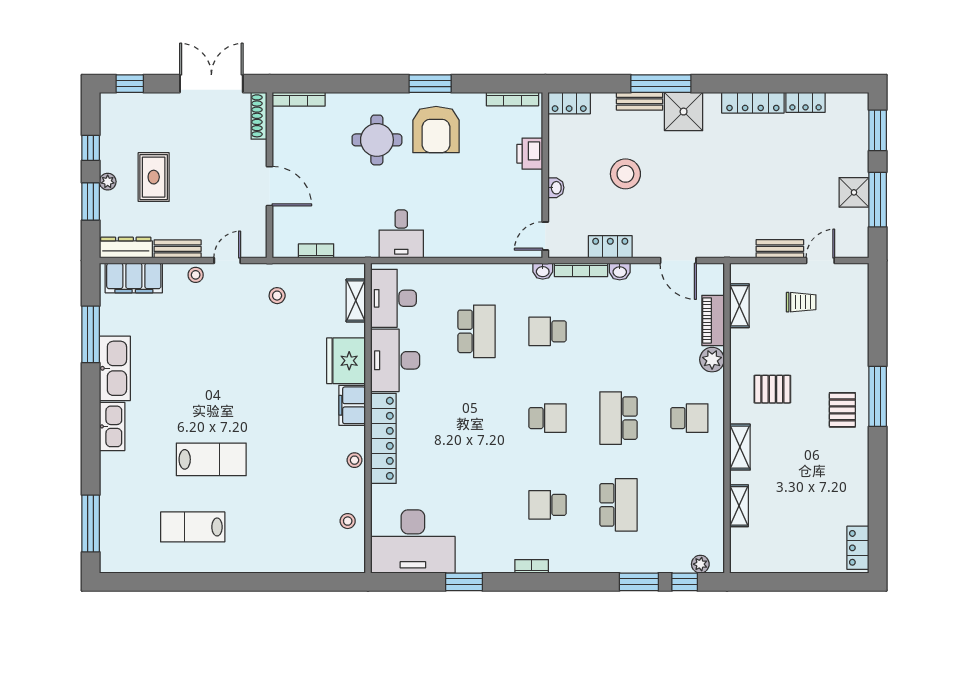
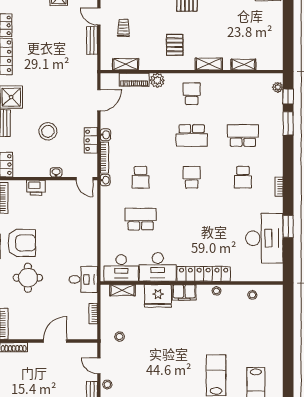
desk: (401, 234) -> (83, 279), moved
desk: (413, 541) -> (264, 238), moved

